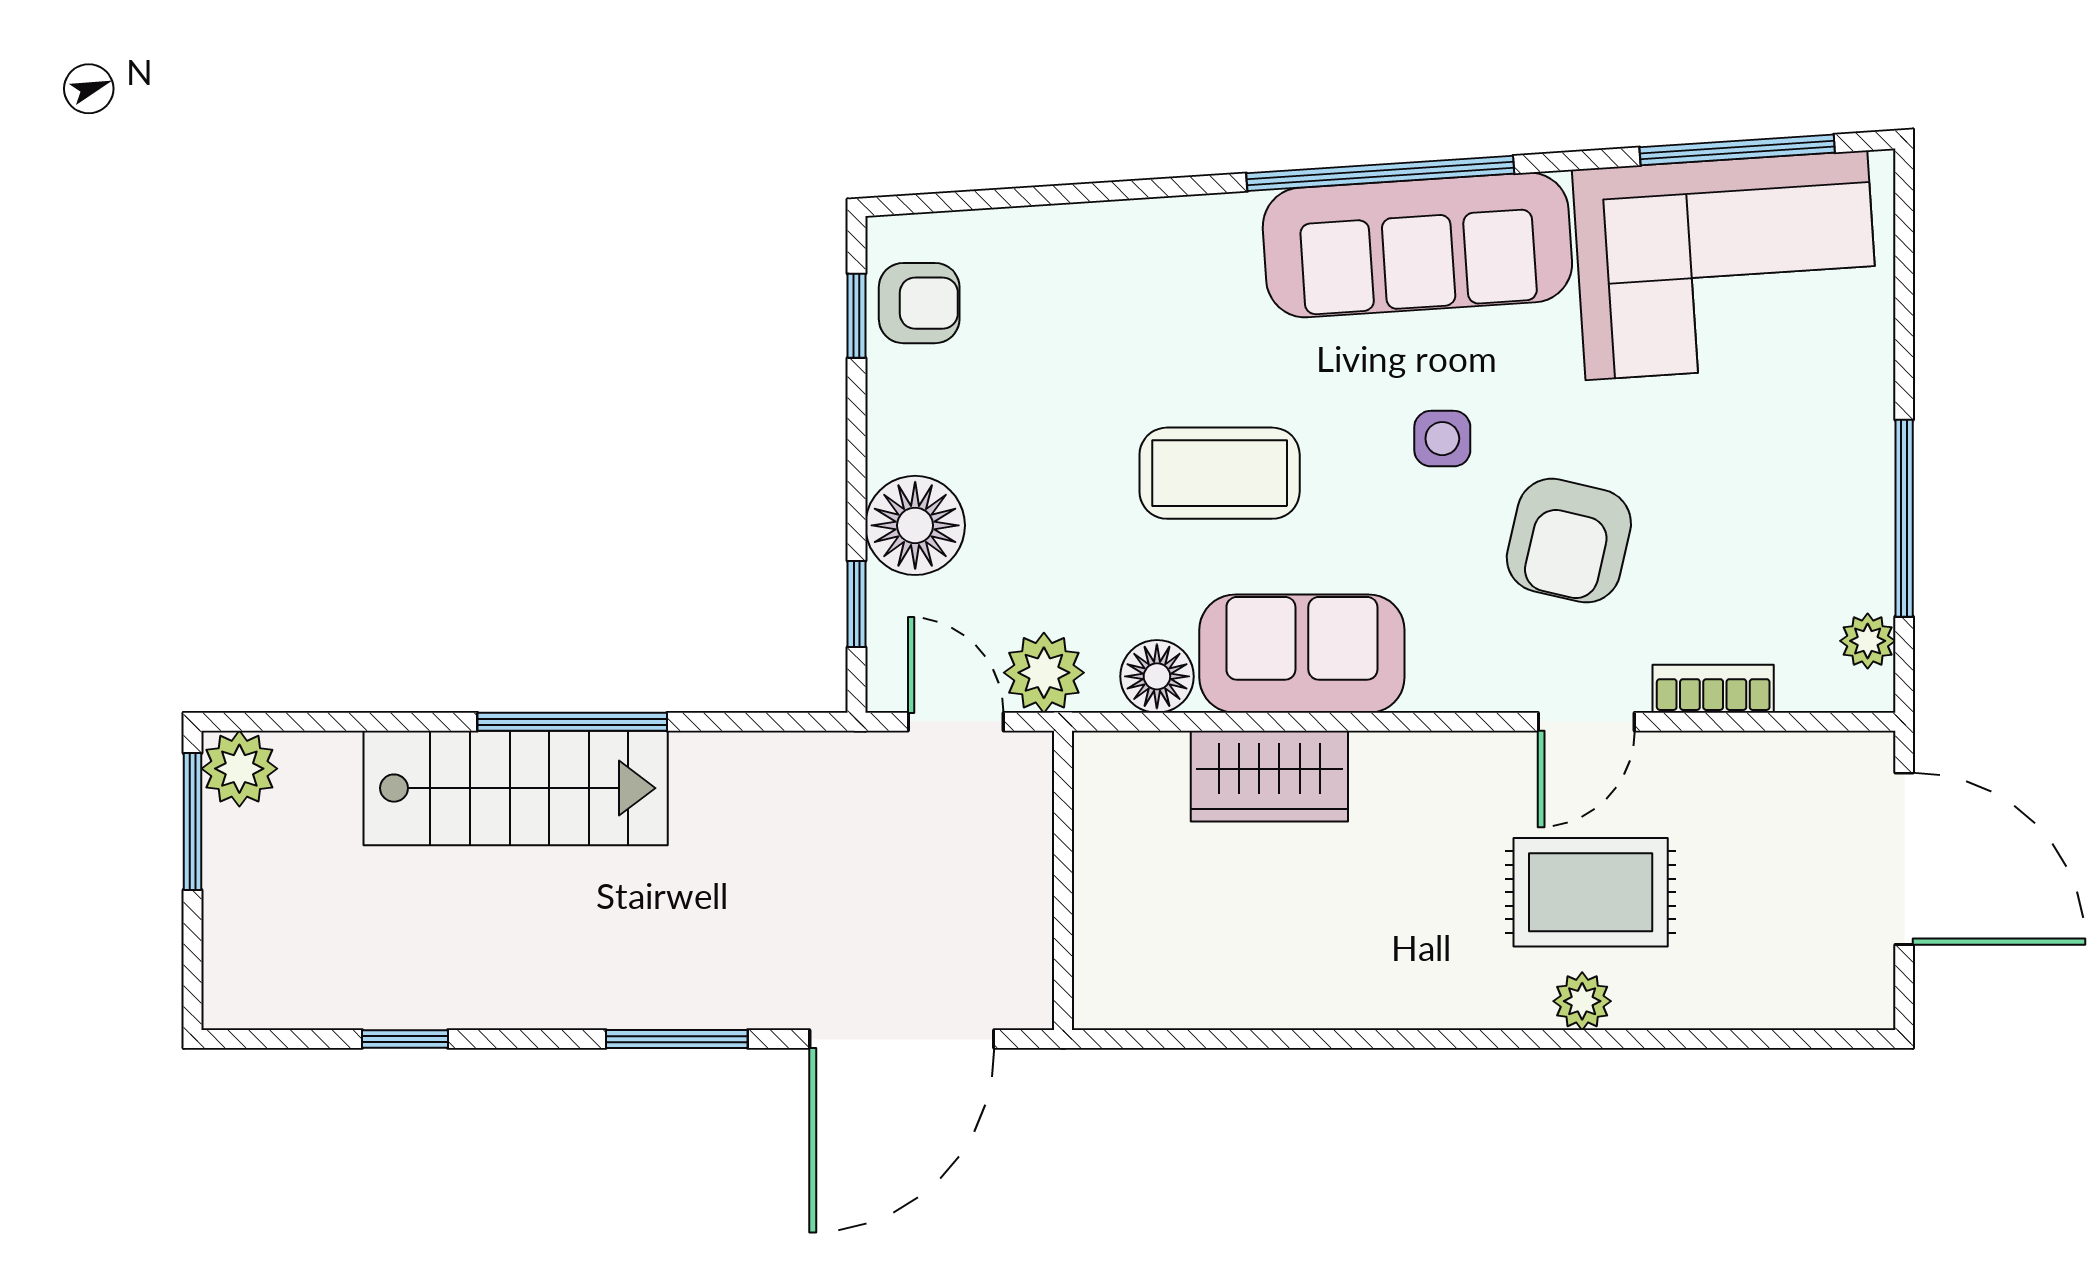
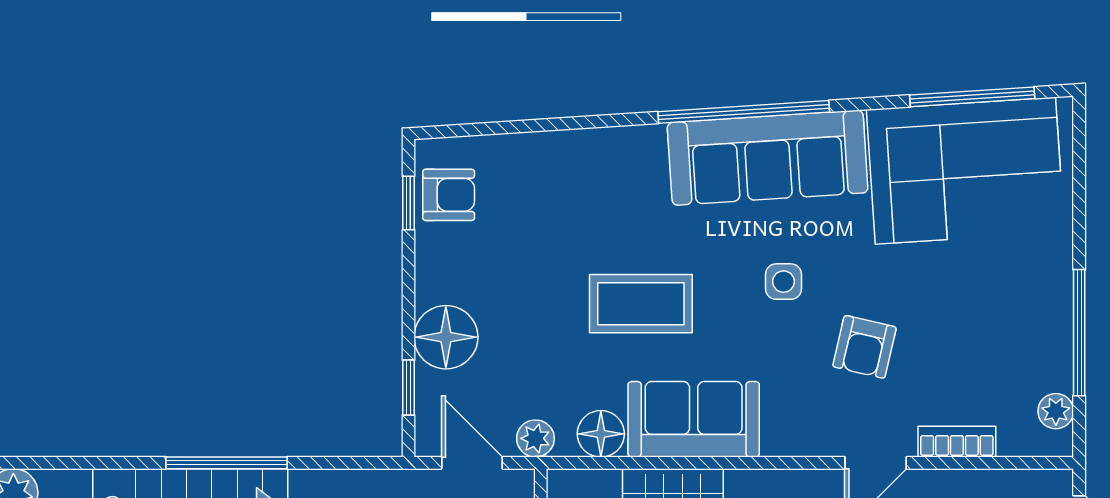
armchair: (1569, 541) -> (865, 347), width x0.72, depth x0.72
plant: (1044, 673) -> (535, 438), width x0.73, depth x0.73

